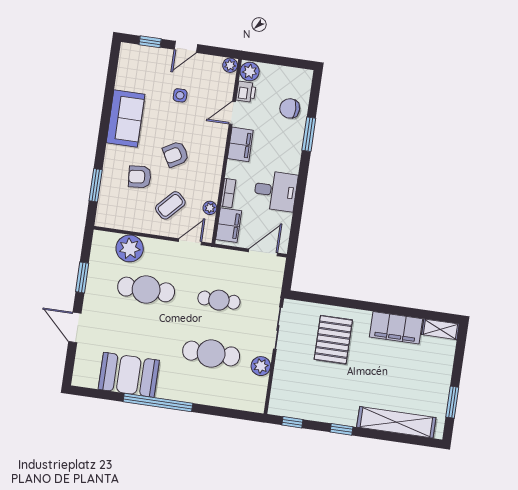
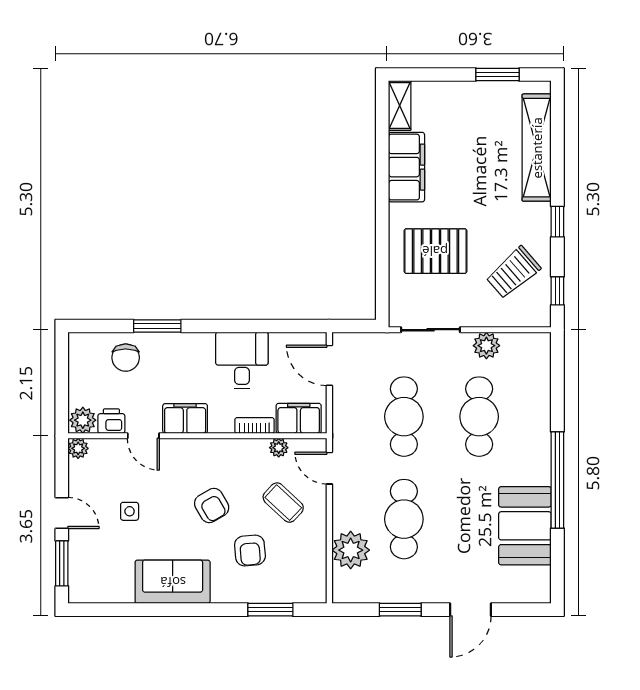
window: (150, 42) -> (62, 563), width x1.50
cafe table: (219, 300) -> (404, 417), width x1.37, depth x1.35
trolley: (310, 393) -> (513, 272), added

